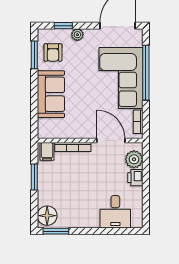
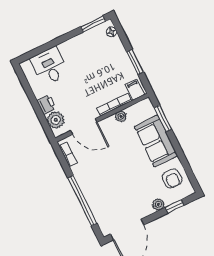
armchair: (53, 52) -> (172, 179), turned 180
window: (34, 55) -> (163, 118), moved
corner sofa: (121, 78) -> (102, 185), removed
plant: (72, 133) -> (121, 116), added
floor lamp: (47, 216) -> (111, 32), width x0.53, depth x0.53

